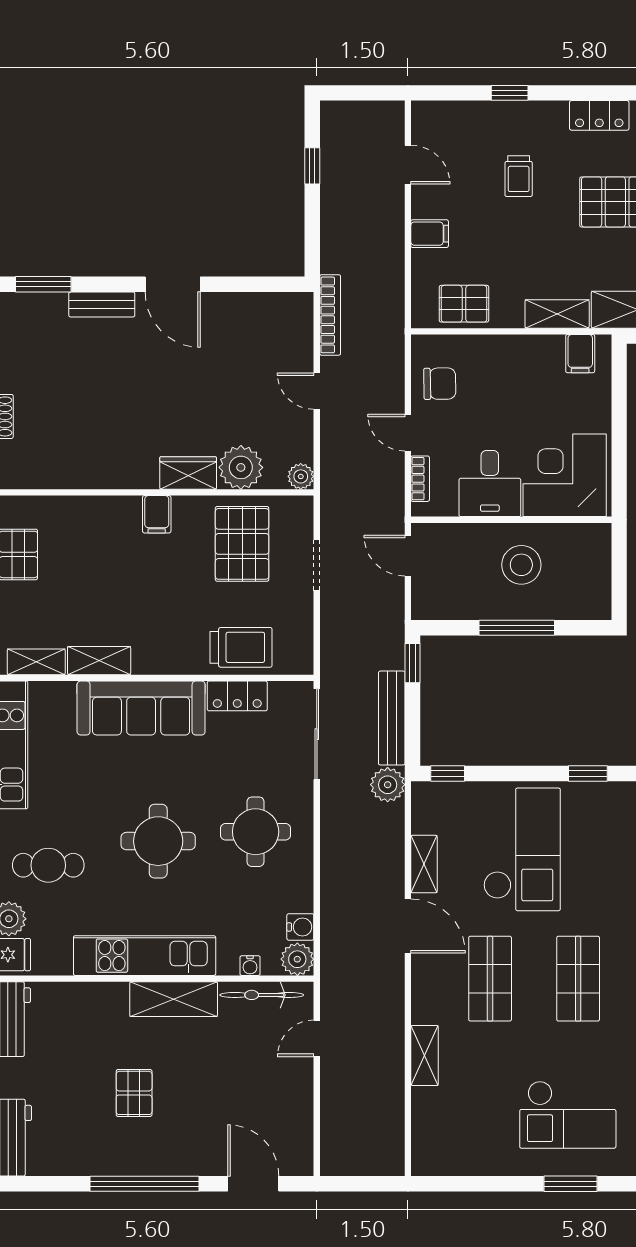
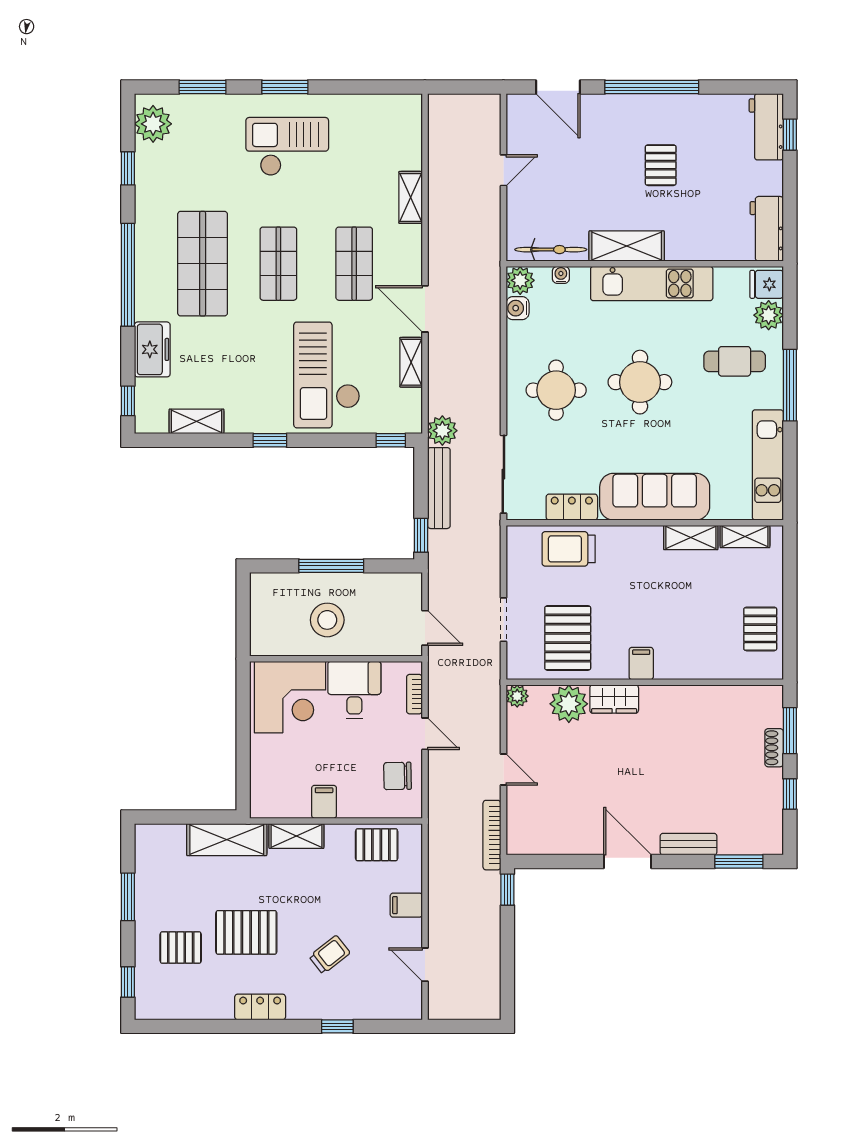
window: (312, 166) -> (507, 890), moved
trolley: (519, 176) -> (330, 955), turned 52
filing cabinet: (580, 354) -> (324, 802), moved
door: (317, 1038) -> (503, 170), moved

